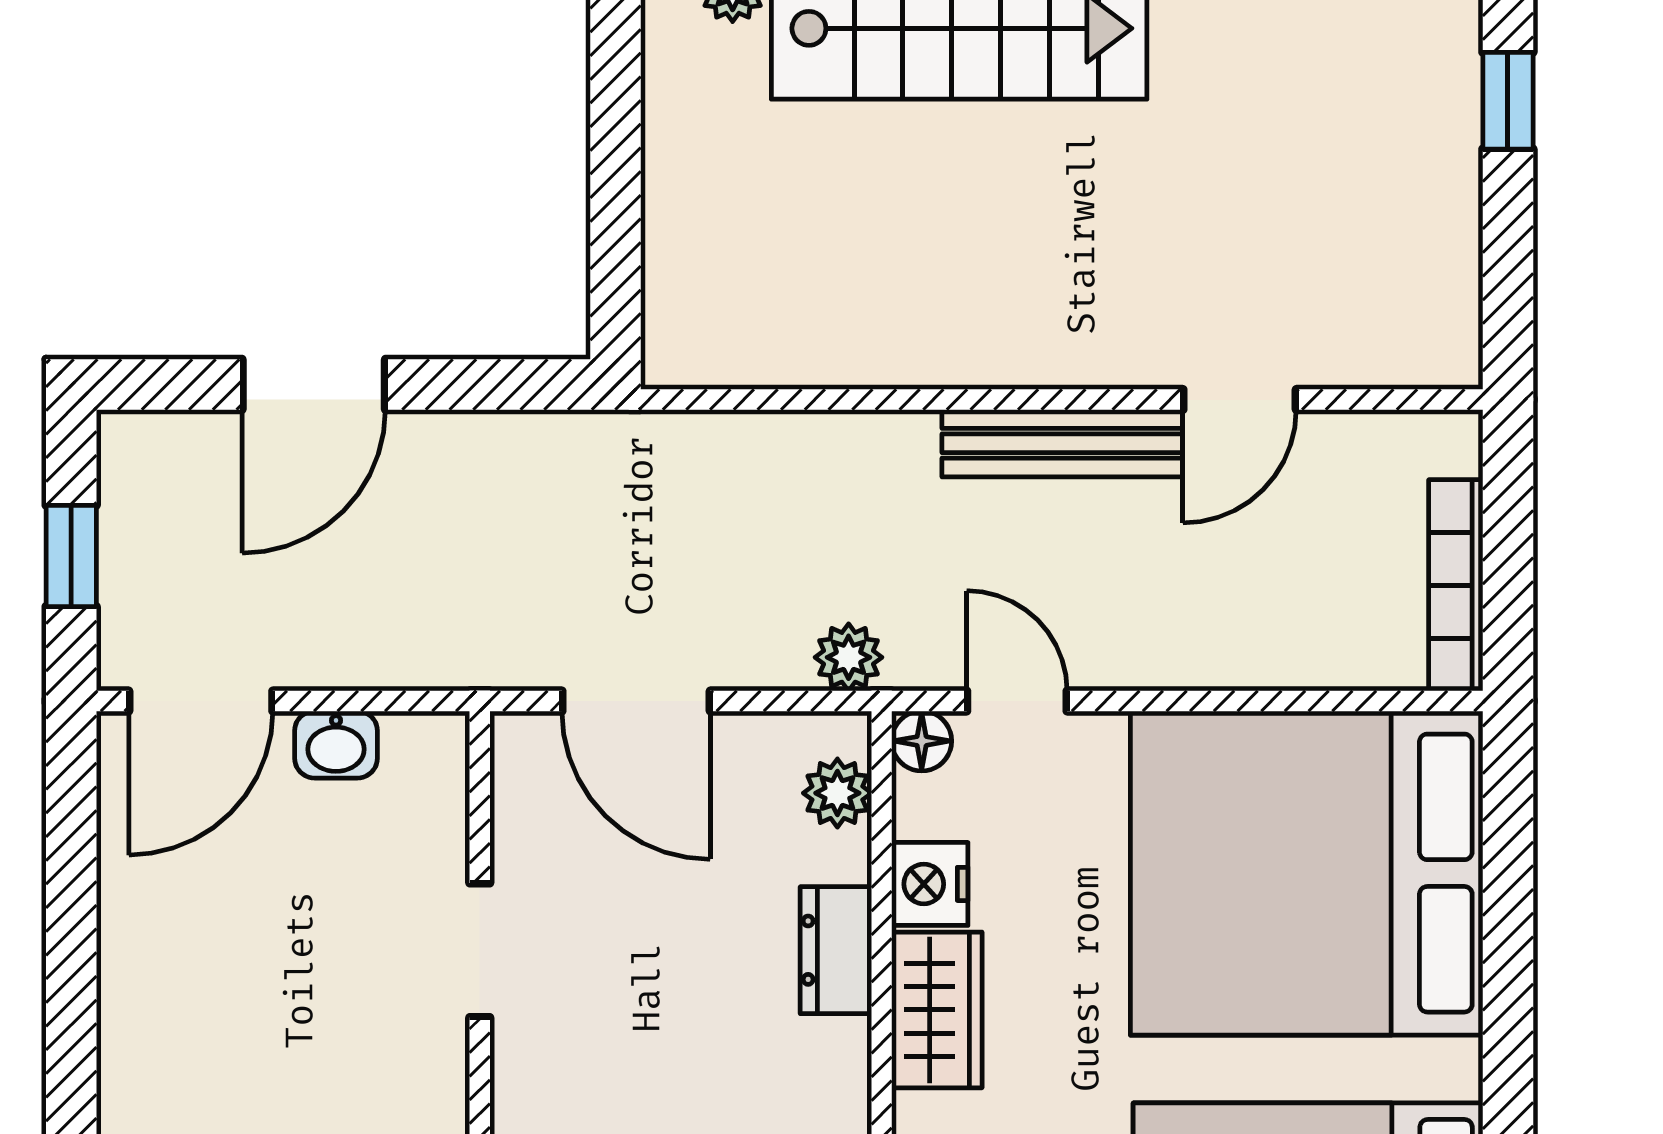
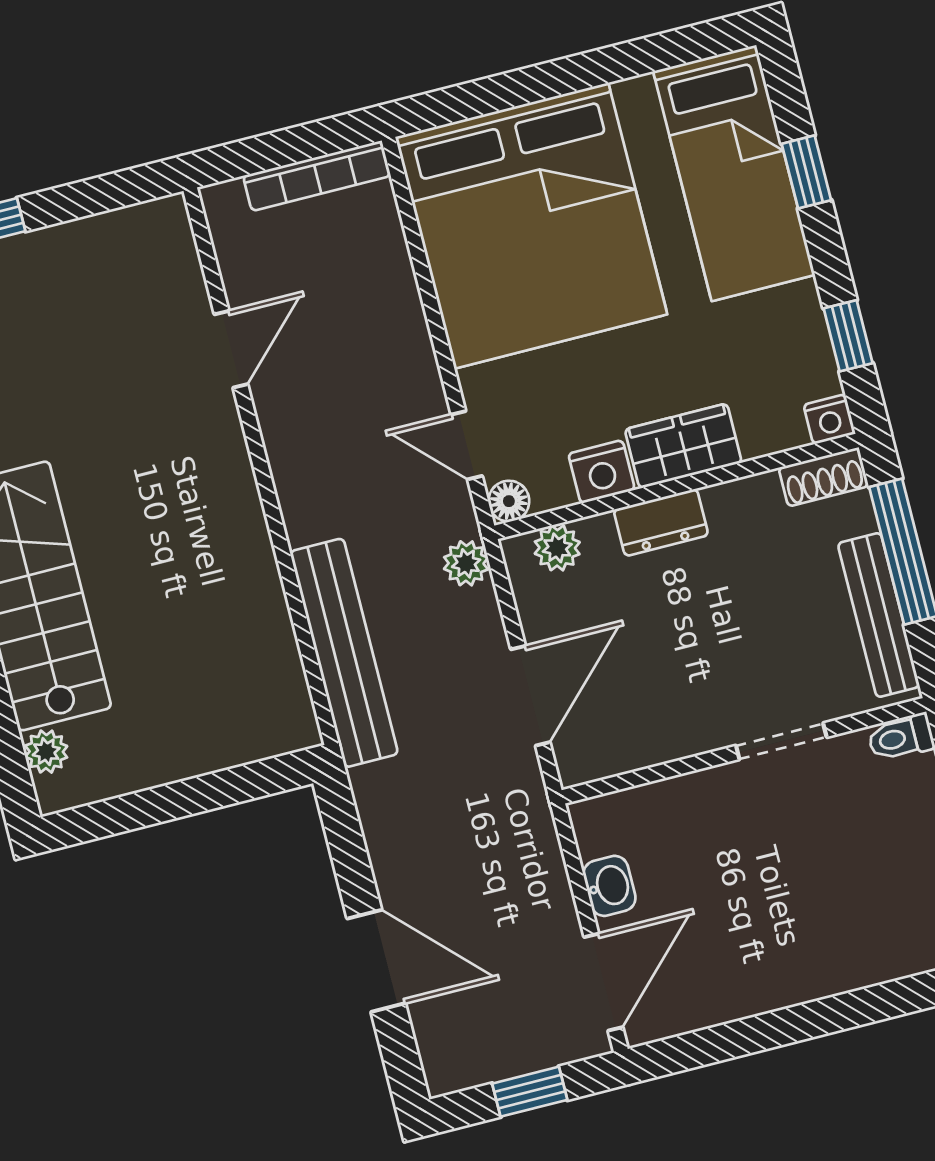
door: (1240, 400) -> (231, 349), hinge flipped
bench: (1062, 443) -> (344, 653), moved, width x1.37, depth x1.21
door: (201, 701) -> (603, 982), hinge flipped
door: (1017, 701) -> (467, 445), hinge flipped
doorway: (480, 950) -> (781, 741), moved

